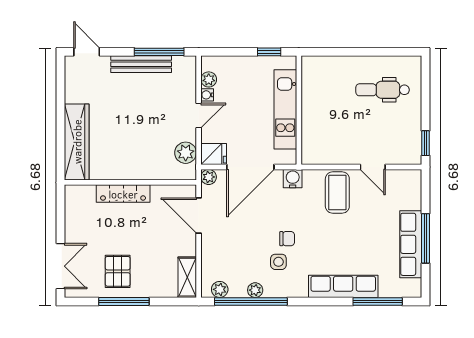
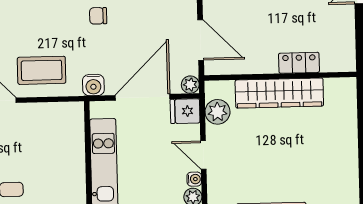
door: (199, 116) -> (203, 155), hinge flipped
wardrobe: (77, 142) -> (279, 93), moved, turned -90
coffee table: (337, 193) -> (42, 70), turned 90
locker: (123, 194) -> (299, 63), width x0.66

